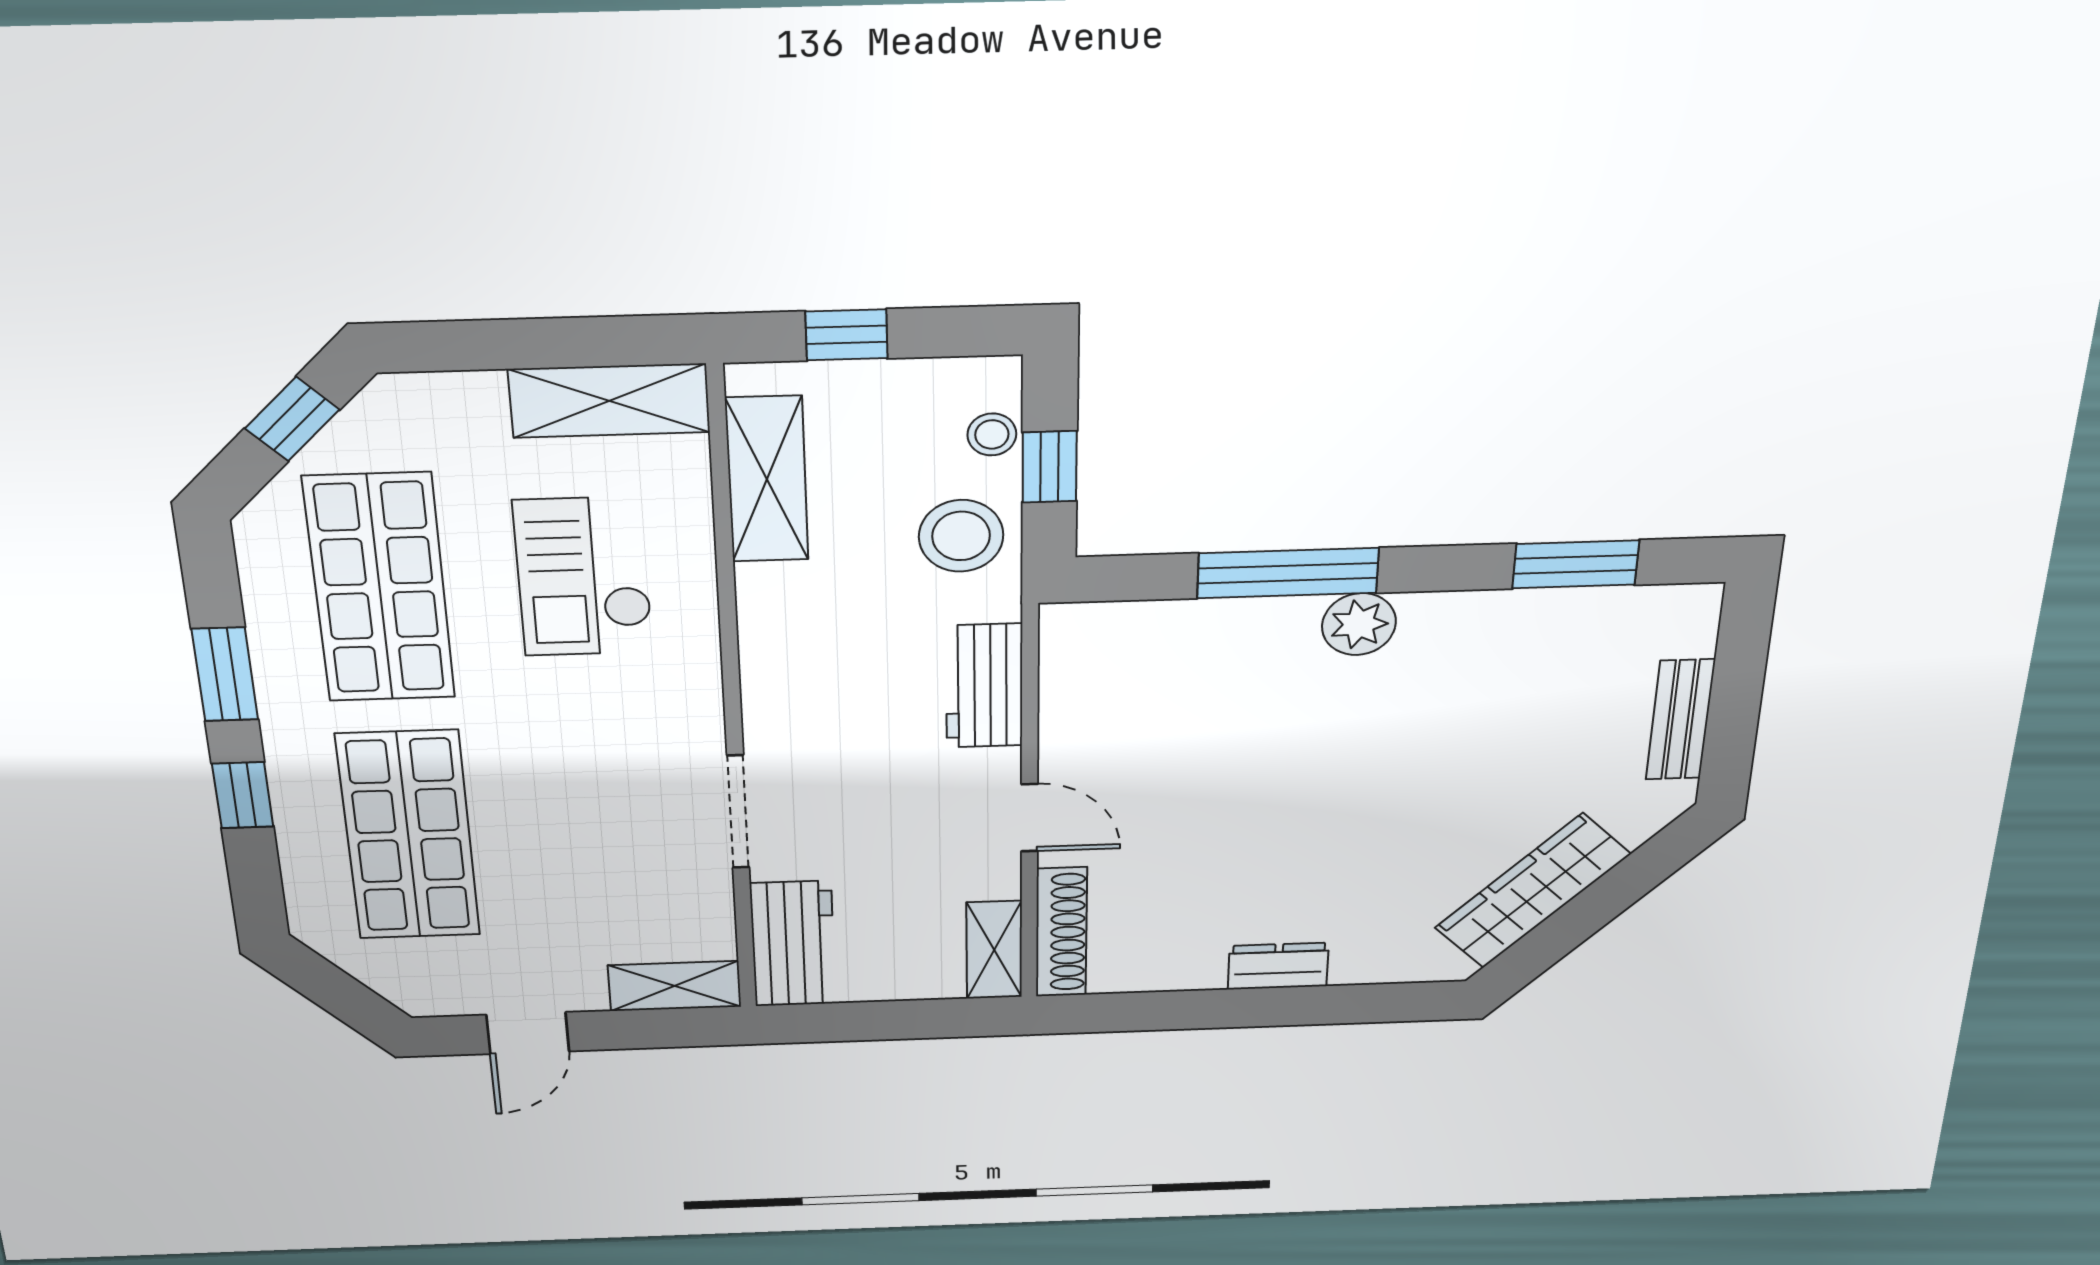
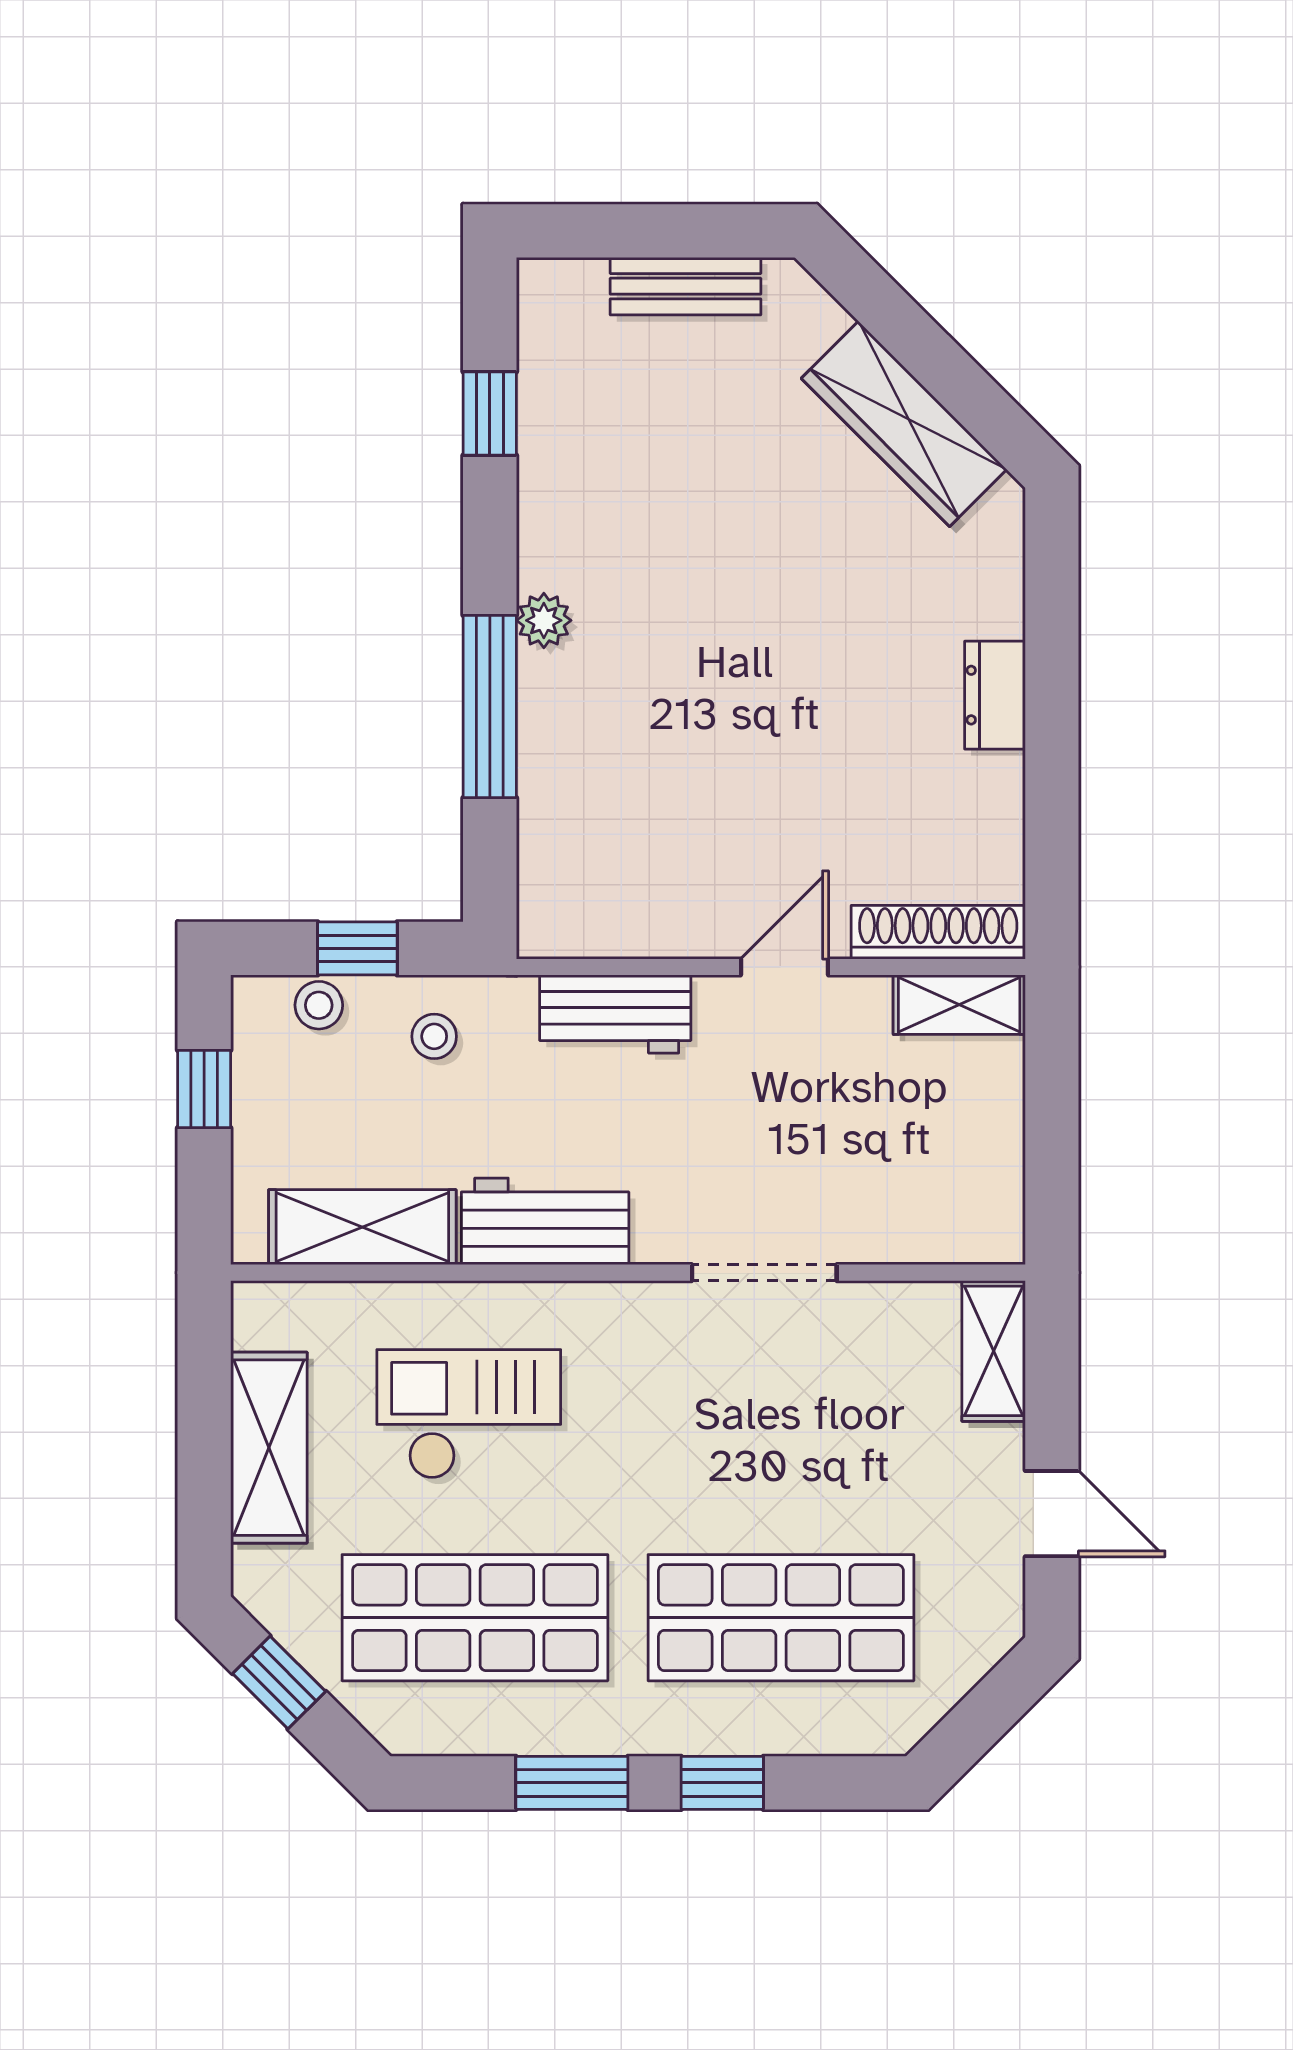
window: (846, 335) -> (204, 1089), moved
shelving: (609, 401) -> (269, 1448), moved
stool: (961, 536) -> (434, 1036), width x0.53, depth x0.53
window: (1576, 564) -> (490, 414), width x0.67
checkout: (584, 577) -> (469, 1414), turned 180
plant: (1359, 624) -> (544, 620), width x0.73, depth x0.73
workbench: (793, 944) -> (545, 1221), moved

